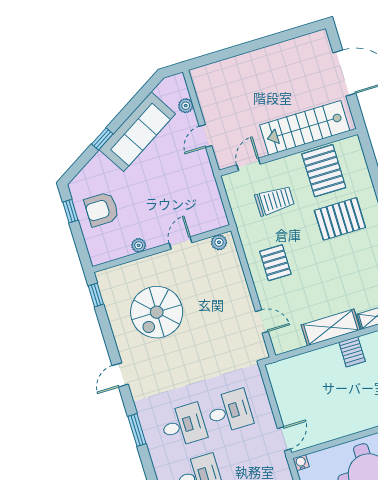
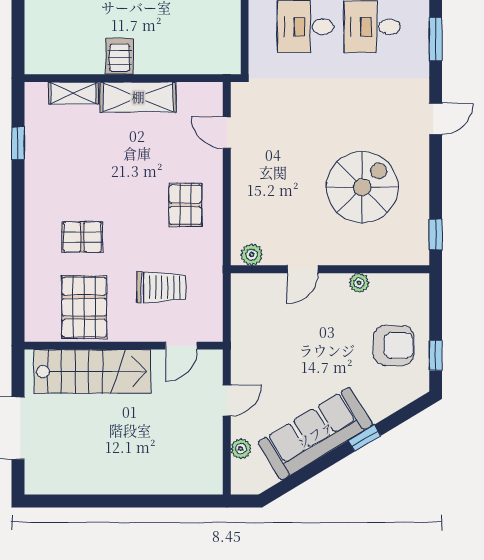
trolley: (275, 201) -> (161, 287), turned 180
pallet: (340, 219) -> (82, 237), width x0.67, depth x0.71

